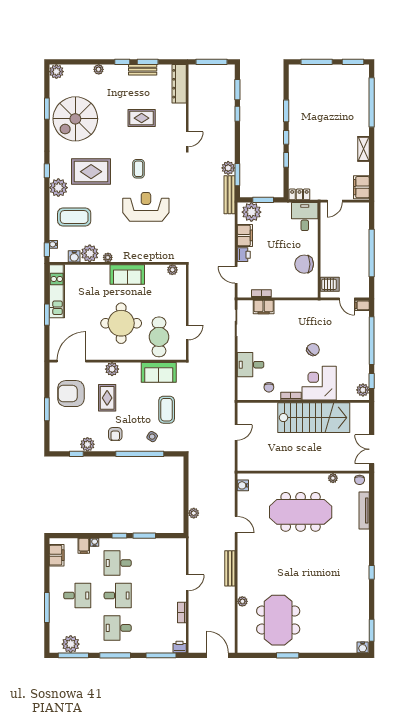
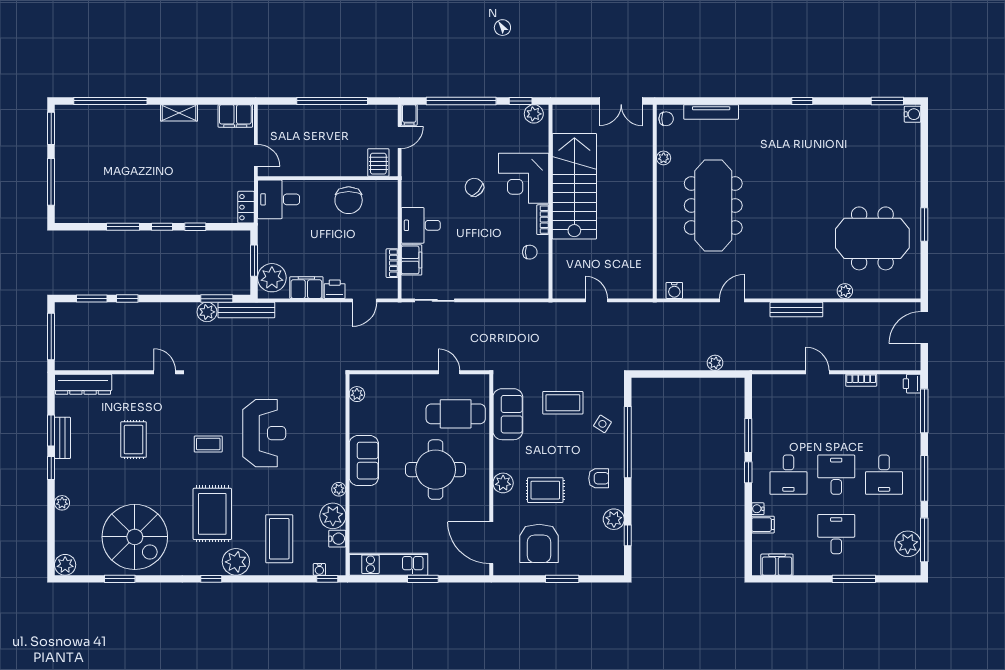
reception desk: (146, 207) -> (264, 433), turned 180
desk: (250, 365) -> (421, 225), moved, turned 90

